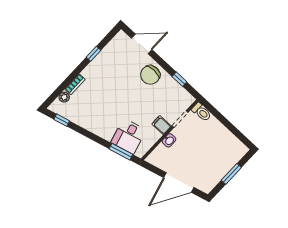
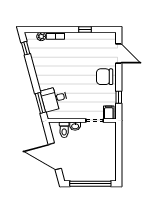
toilet: (201, 112) -> (64, 130), moved
filing cabinet: (161, 125) -> (109, 113), moved
window: (231, 174) -> (90, 184), width x2.11

